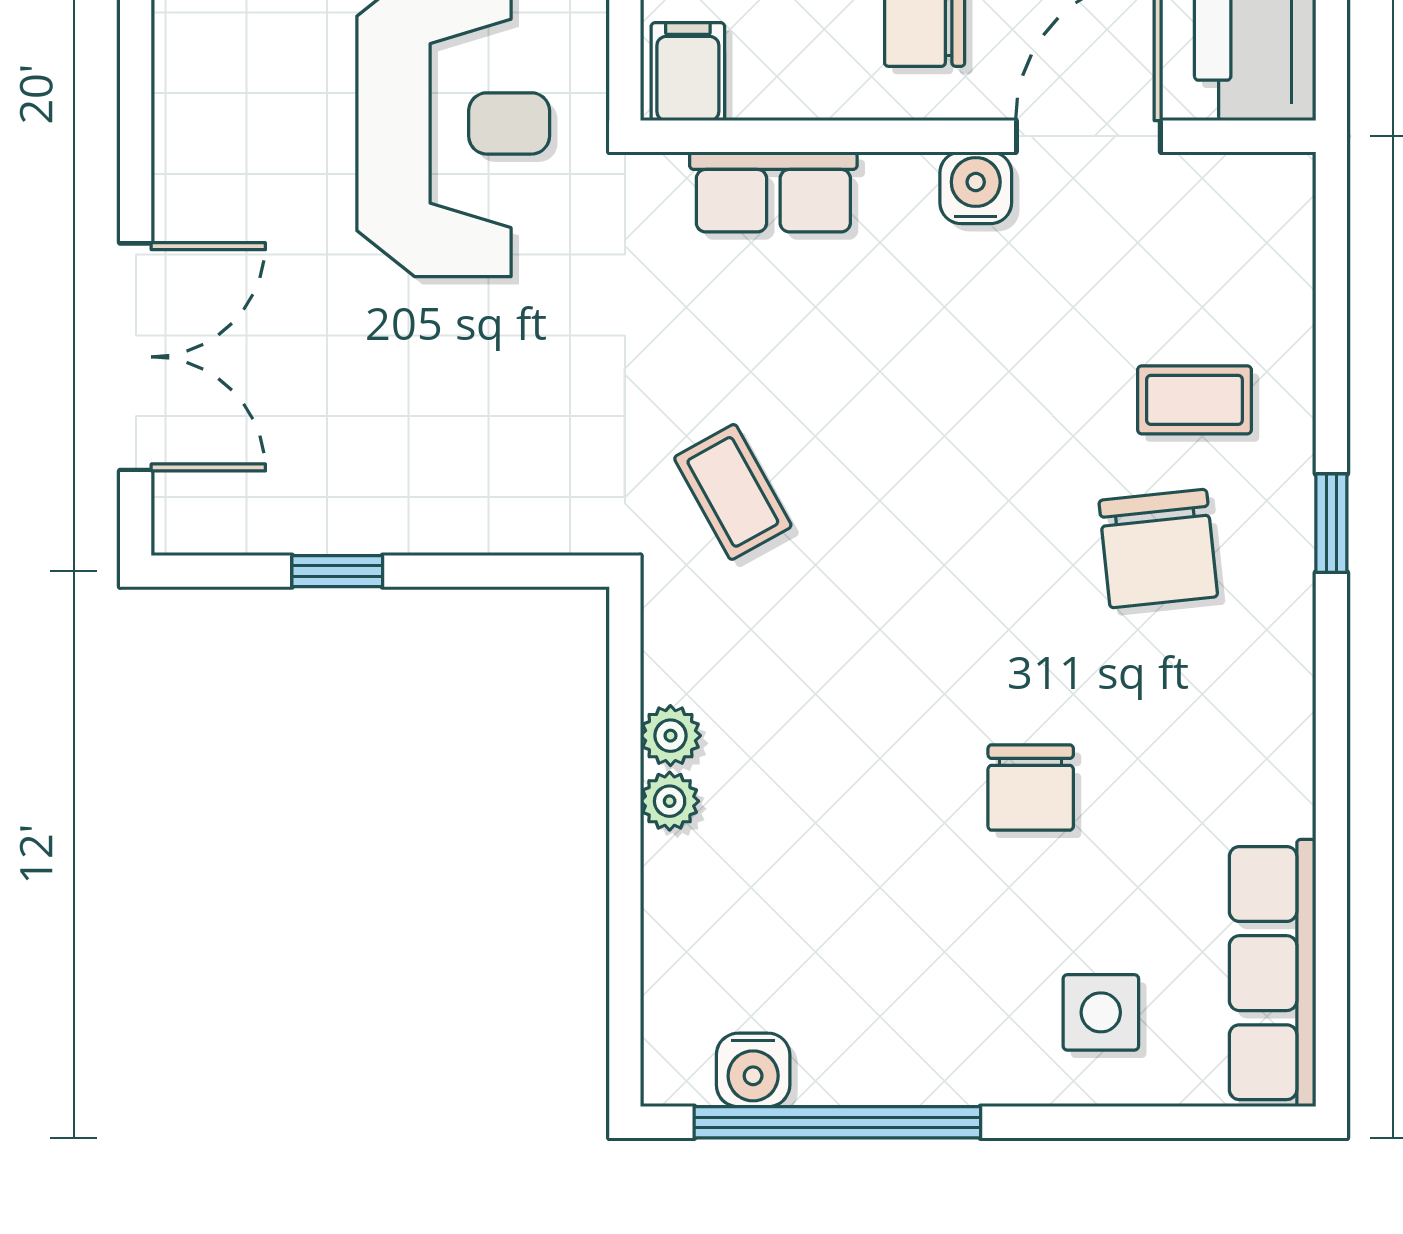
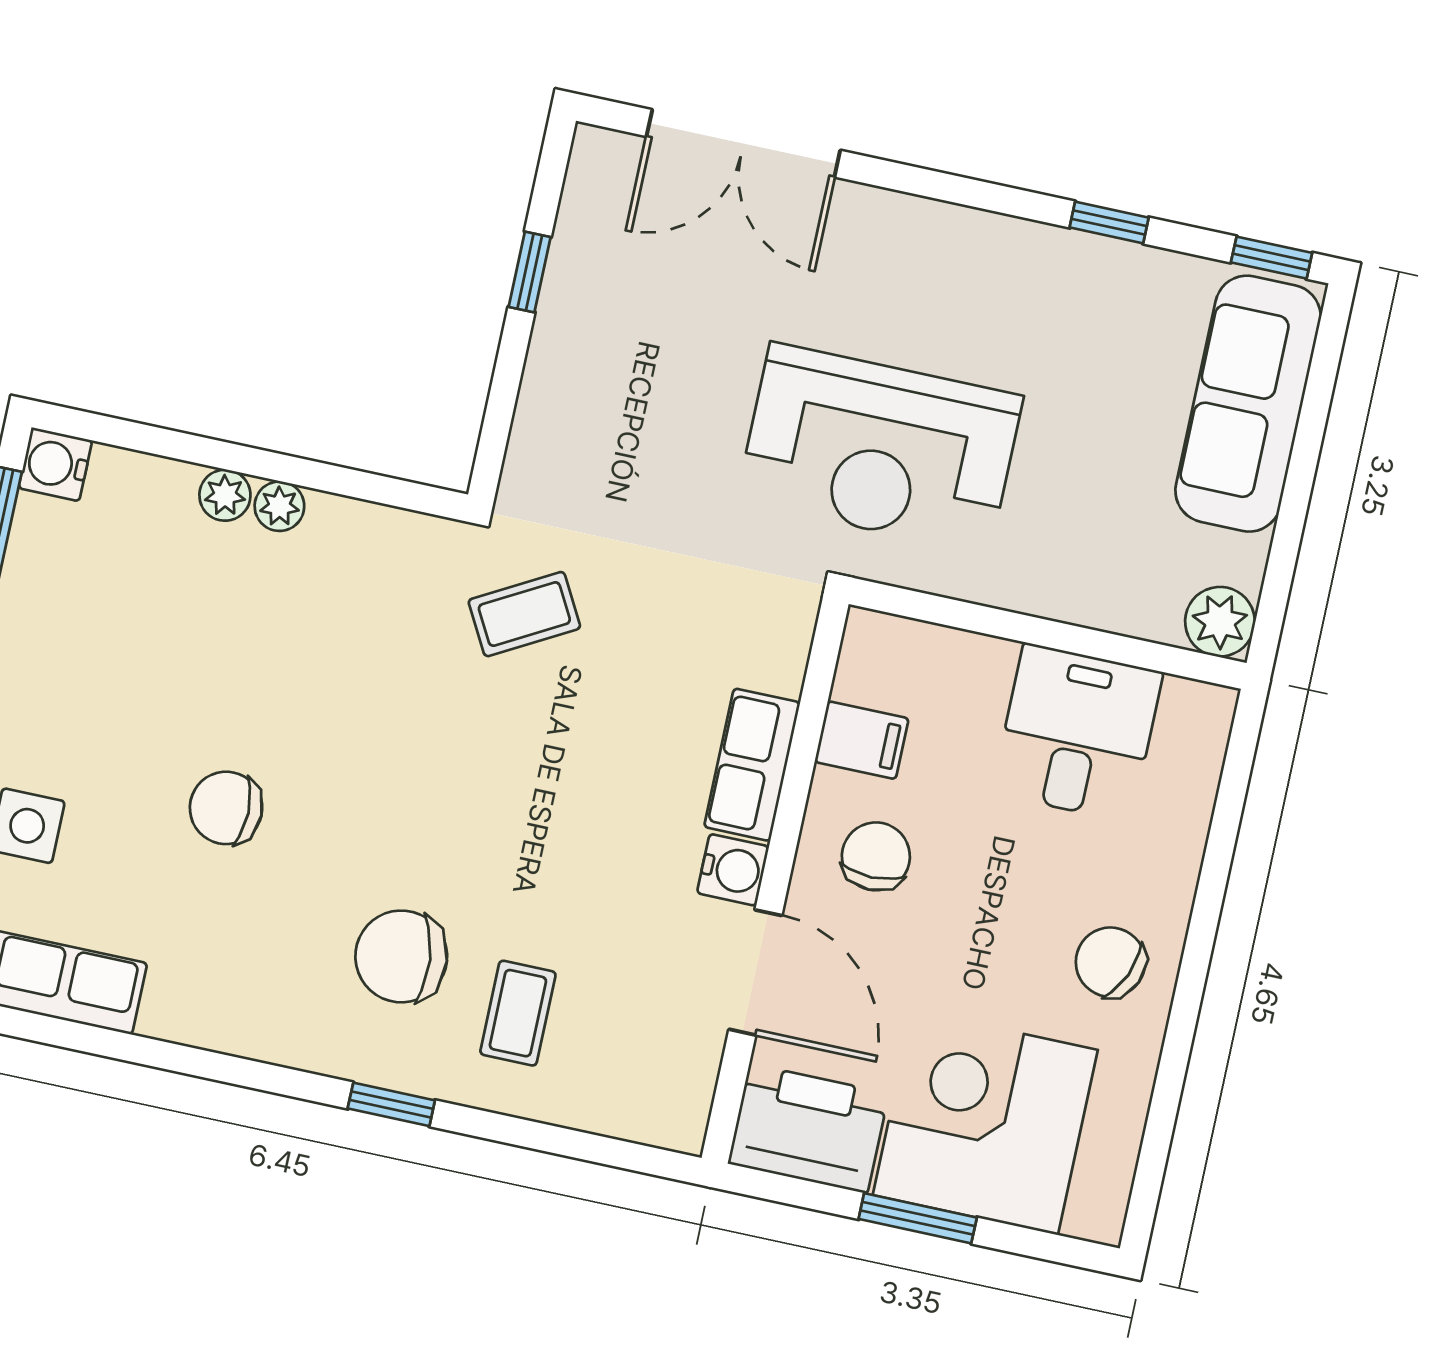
filing cabinet: (688, 72) -> (862, 740), moved
row of seats: (773, 192) -> (752, 765), moved
plant: (670, 736) -> (225, 495), moved
water cooler: (753, 1070) -> (55, 464), moved

